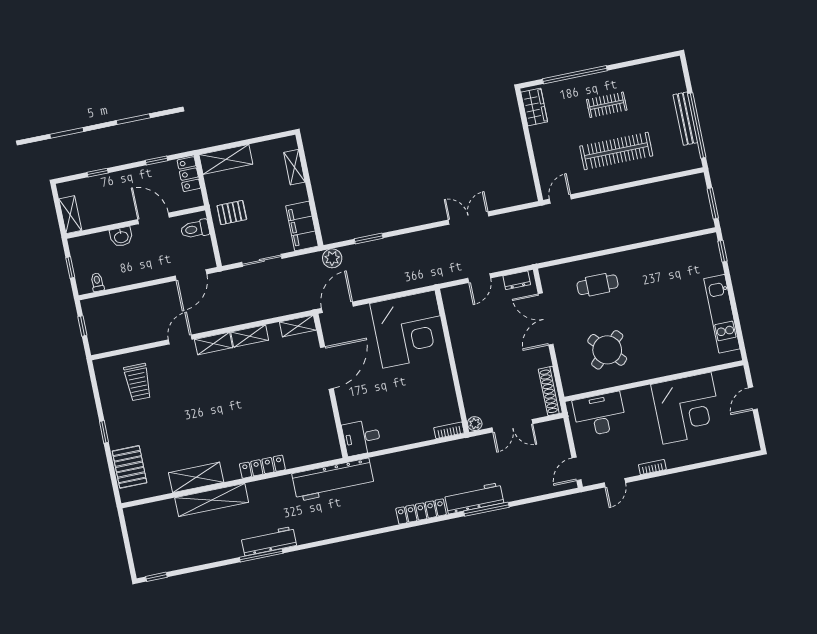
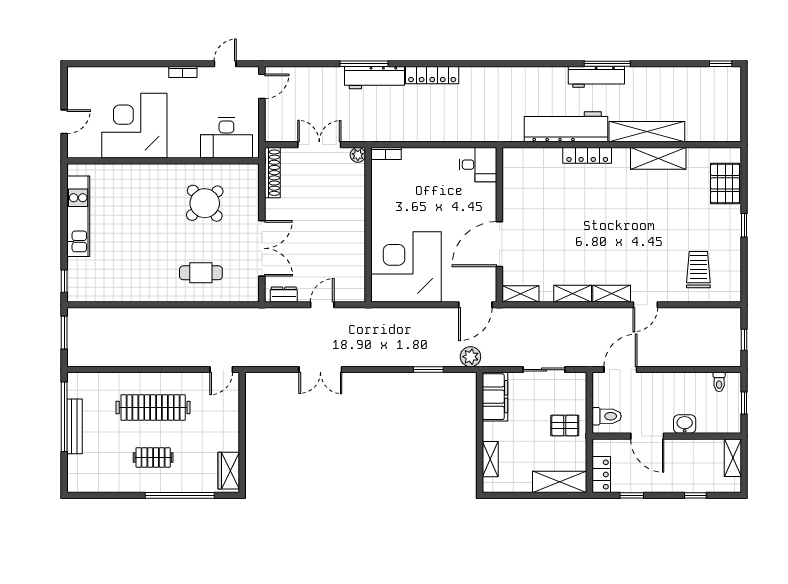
workbench: (333, 480) -> (566, 127), moved

